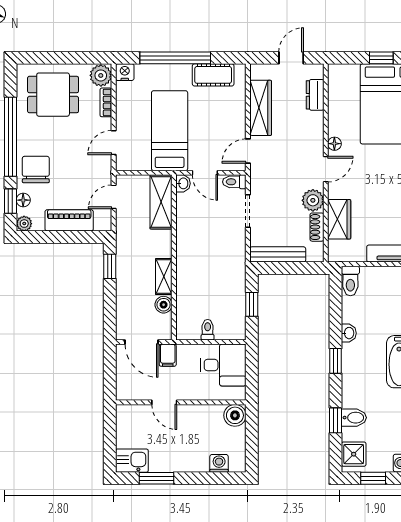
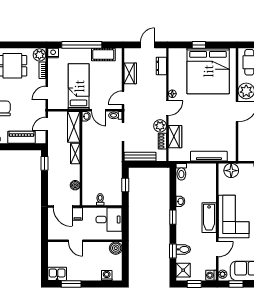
wardrobe: (261, 108) -> (130, 73), width x0.67
shelving: (164, 277) -> (75, 154), moved

